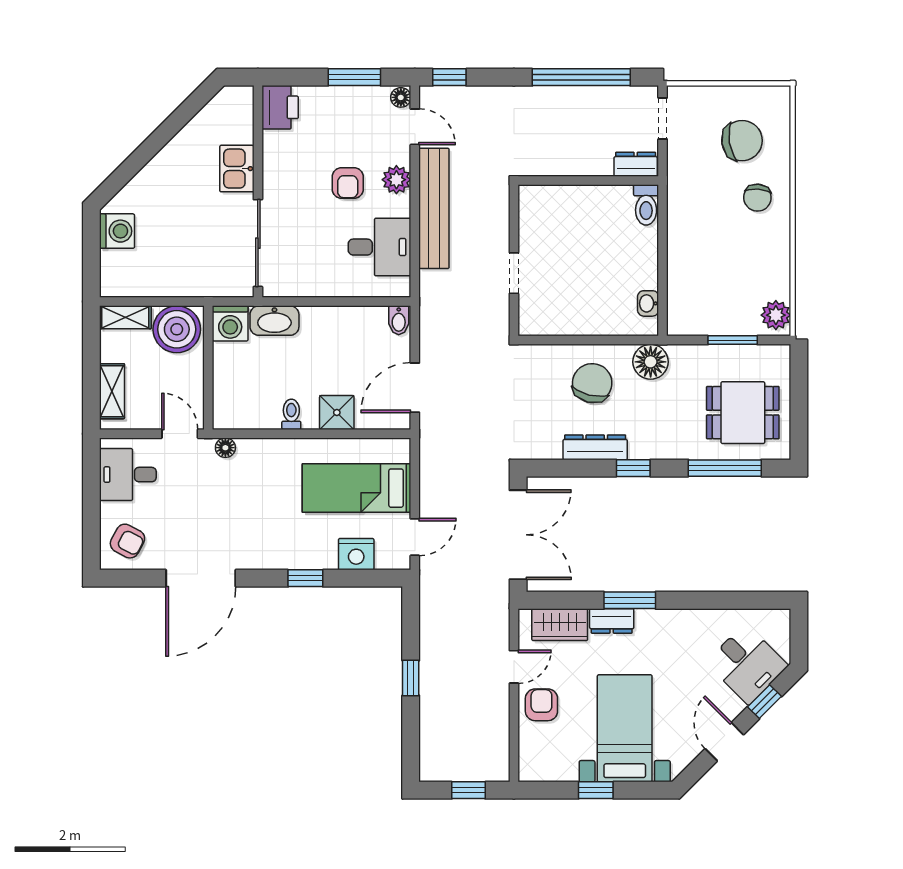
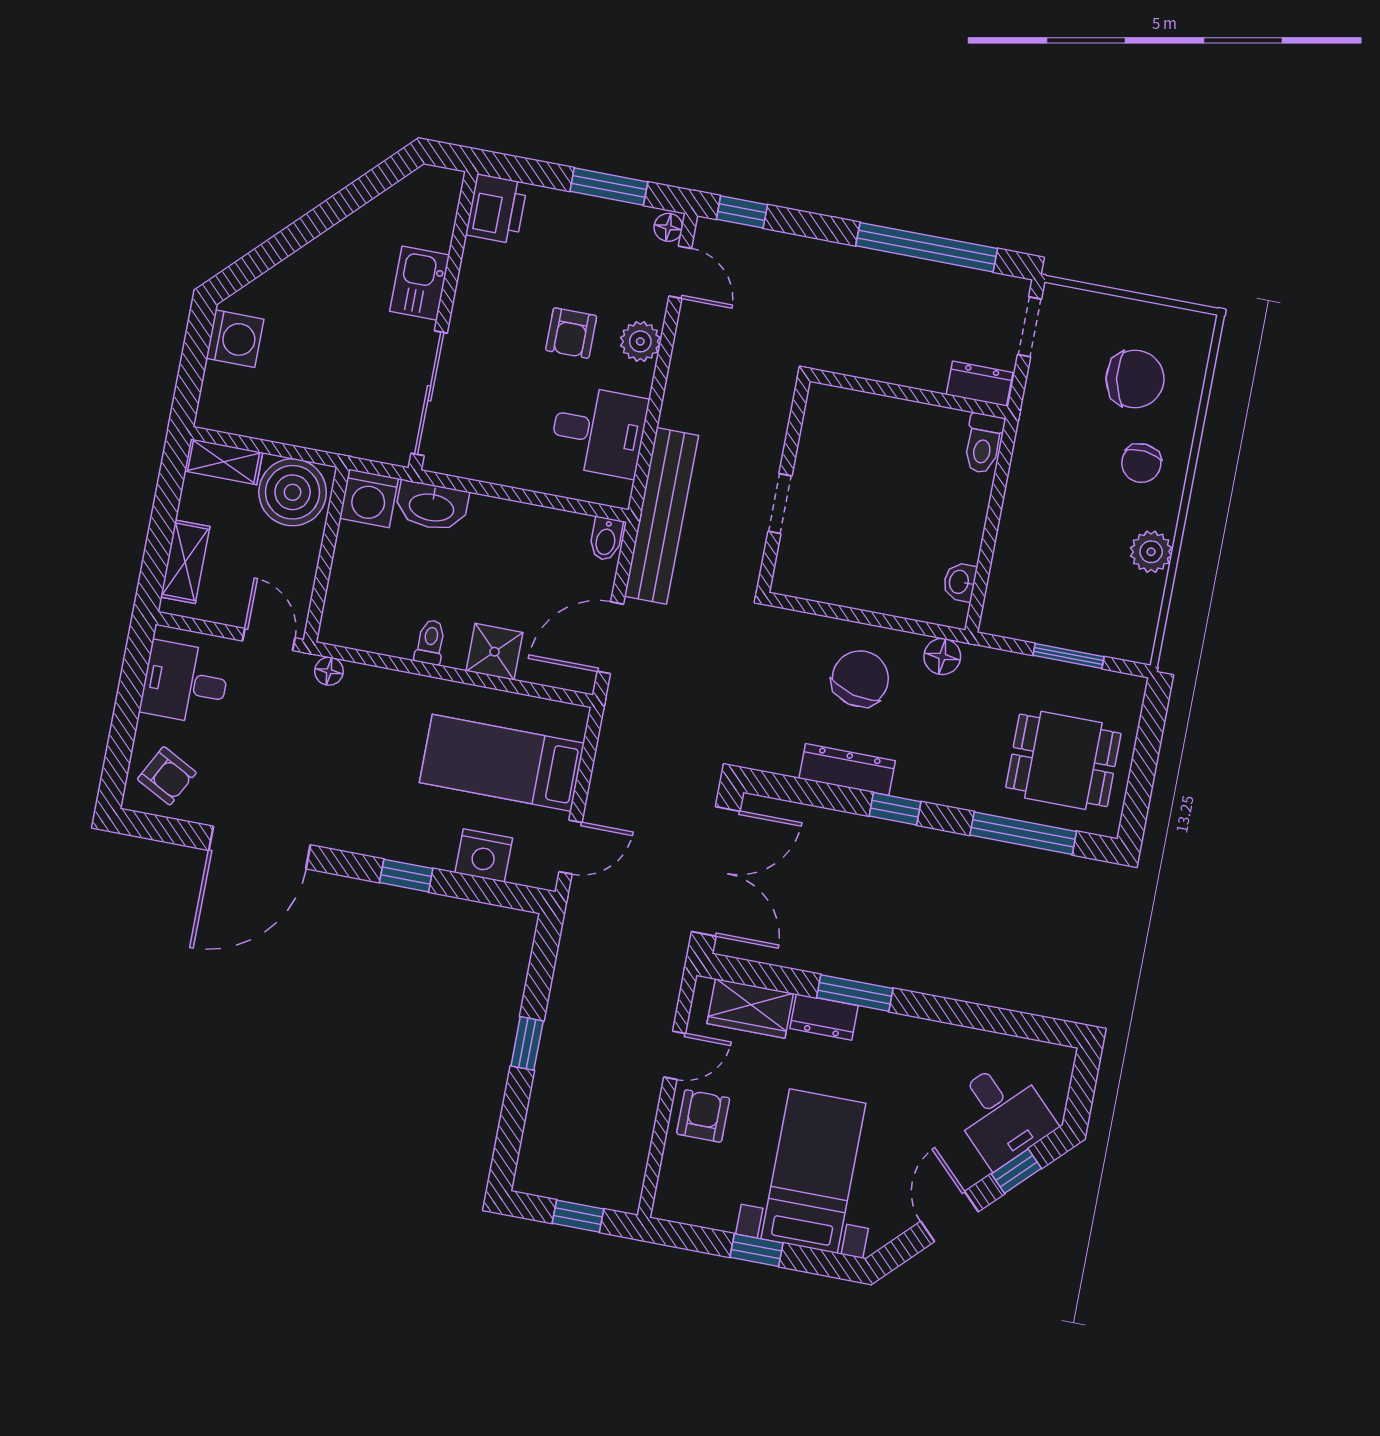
bench: (434, 208) -> (661, 516), moved
plant: (776, 315) -> (1151, 552), moved
floor lamp: (651, 362) -> (942, 656), width x0.73, depth x0.73

